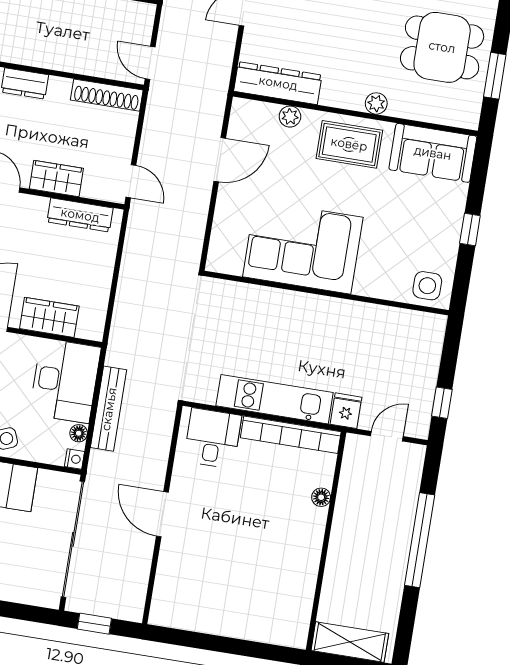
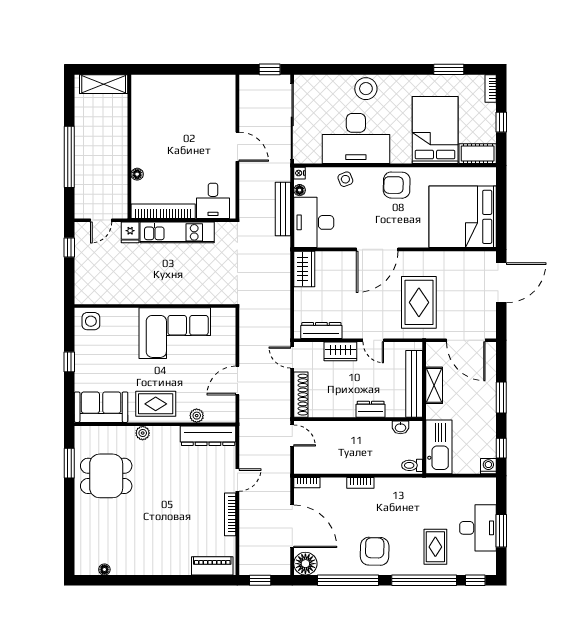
shoe rack: (107, 95) -> (301, 395), moved, turned 90
wardrobe: (49, 317) -> (304, 269), moved, turned -90

